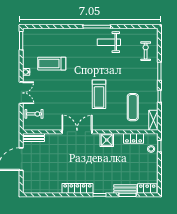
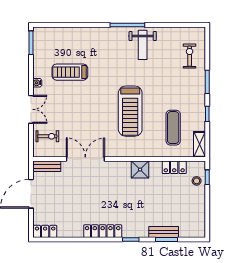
weight bench: (109, 42) -> (143, 45), turned -90
treadmill: (99, 94) -> (130, 111), width x1.37, depth x1.38
double door: (77, 132) -> (85, 159), moved
locker: (147, 189) -> (45, 231), moved

